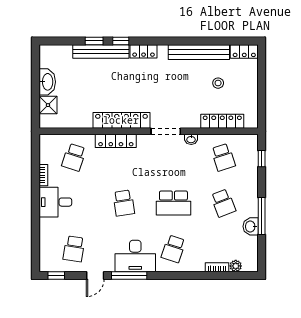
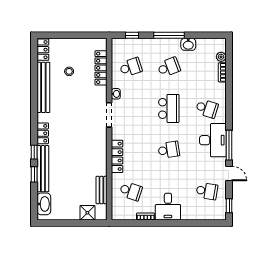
washbasin: (47, 82) -> (44, 204), moved, turned 90
locker: (121, 120) -> (100, 152), removed
bench: (75, 122) -> (101, 190), added
window: (262, 216) -> (169, 35), moved

